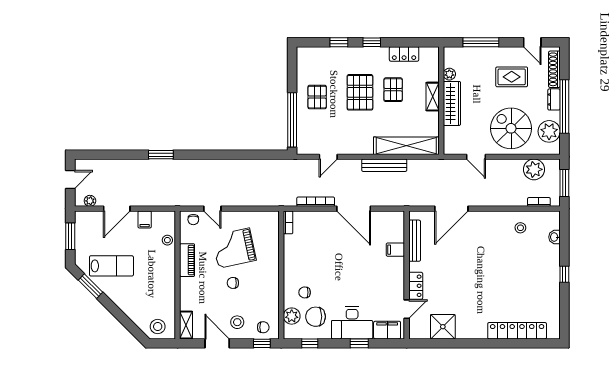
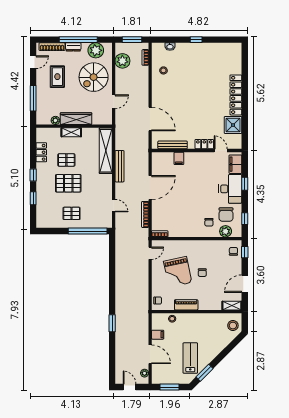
door: (212, 209) -> (150, 253), moved
stool: (237, 322) -> (230, 270), removed
locker: (517, 331) -> (236, 95), moved

